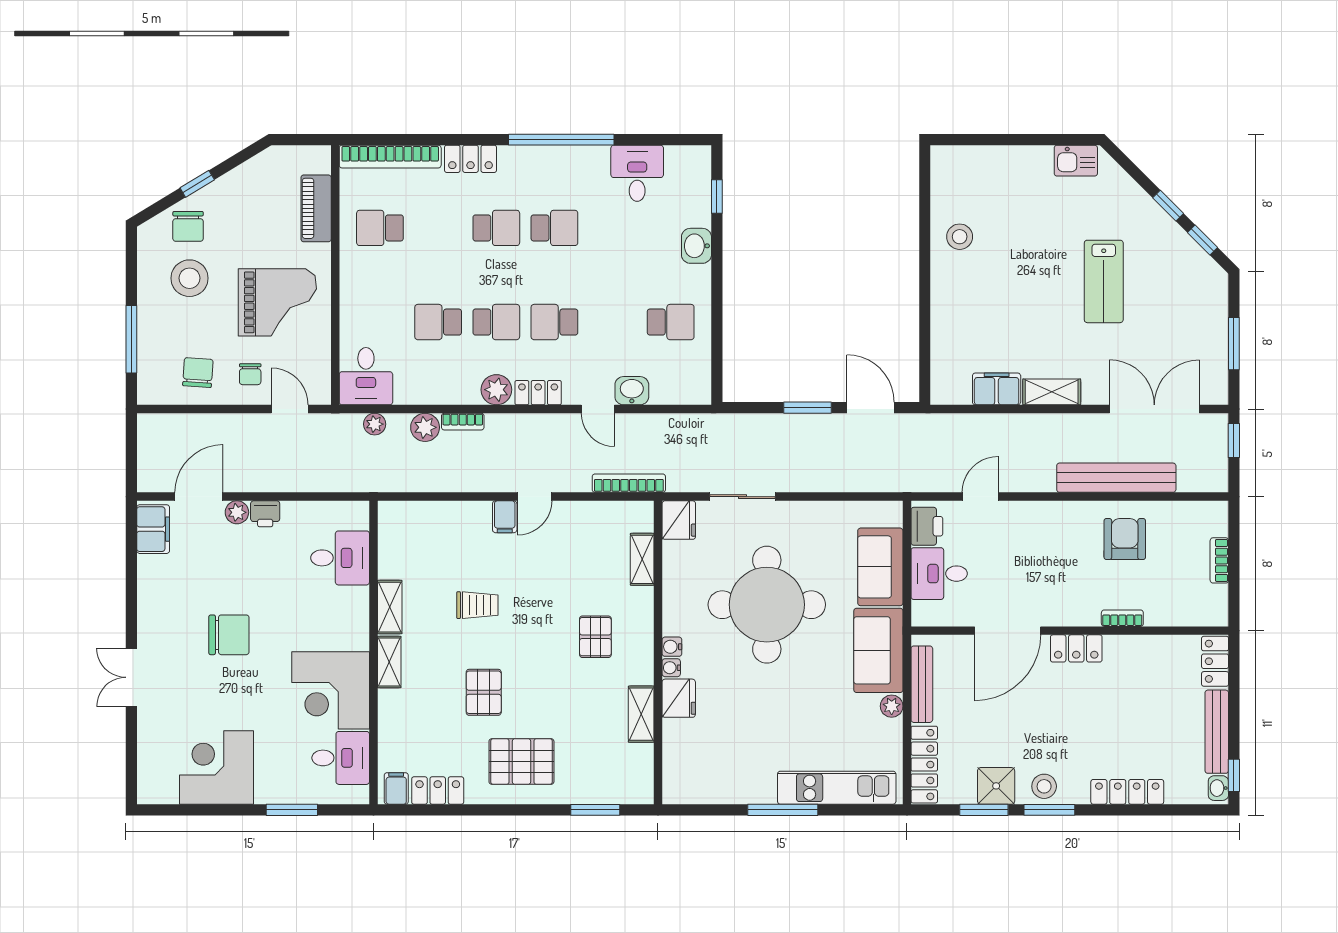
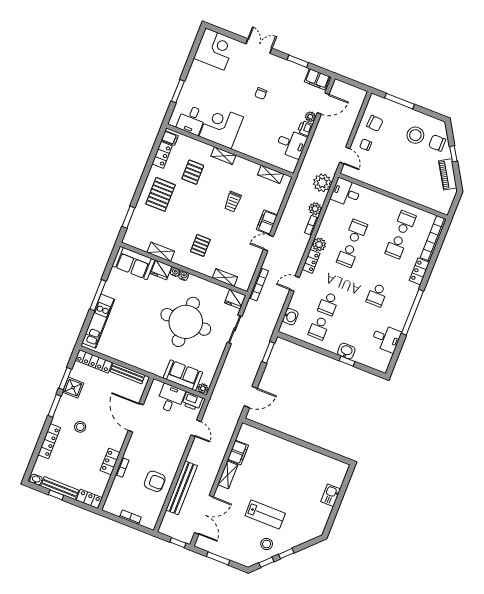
kitchen sink: (1076, 161) -> (331, 495), moved
window: (717, 196) -> (347, 361), moved
piano: (316, 208) -> (448, 174), moved, turned -121
school desk: (496, 228) -> (396, 247), moved
stool: (960, 237) -> (267, 544), moved
lab bench: (1104, 281) -> (265, 515), turned 180
grand piano: (277, 302) -> (391, 168), removed
school desk: (554, 322) -> (328, 304), moved, turned 180
washbasin: (632, 391) -> (290, 317), moved
window: (807, 408) -> (268, 352), moved
door: (290, 409) -> (345, 155), hinge flipped
plant: (375, 424) -> (322, 183), width x1.87, depth x1.87
door: (199, 497) -> (323, 104), hinge flipped
door: (535, 497) -> (268, 243), hinge flipped
filing cabinet: (505, 517) -> (267, 222), width x2.00
desk: (340, 558) -> (291, 144), moved, turned -90
window: (131, 584) -> (298, 61), added
shelving: (390, 607) -> (271, 174), moved
chair: (229, 635) -> (261, 93), width x0.54, depth x0.54
pallet: (595, 637) -> (200, 245), turned 90
locker: (1076, 648) -> (110, 462), moved
sofa: (878, 650) -> (133, 263), moved, turned 180
pallet: (484, 692) -> (193, 172), moved, turned 90
plant: (892, 706) -> (203, 388), moved
corner desk: (217, 767) -> (215, 49), moved
window: (1234, 775) -> (56, 495), moved
stool: (1044, 786) -> (80, 427), moved

